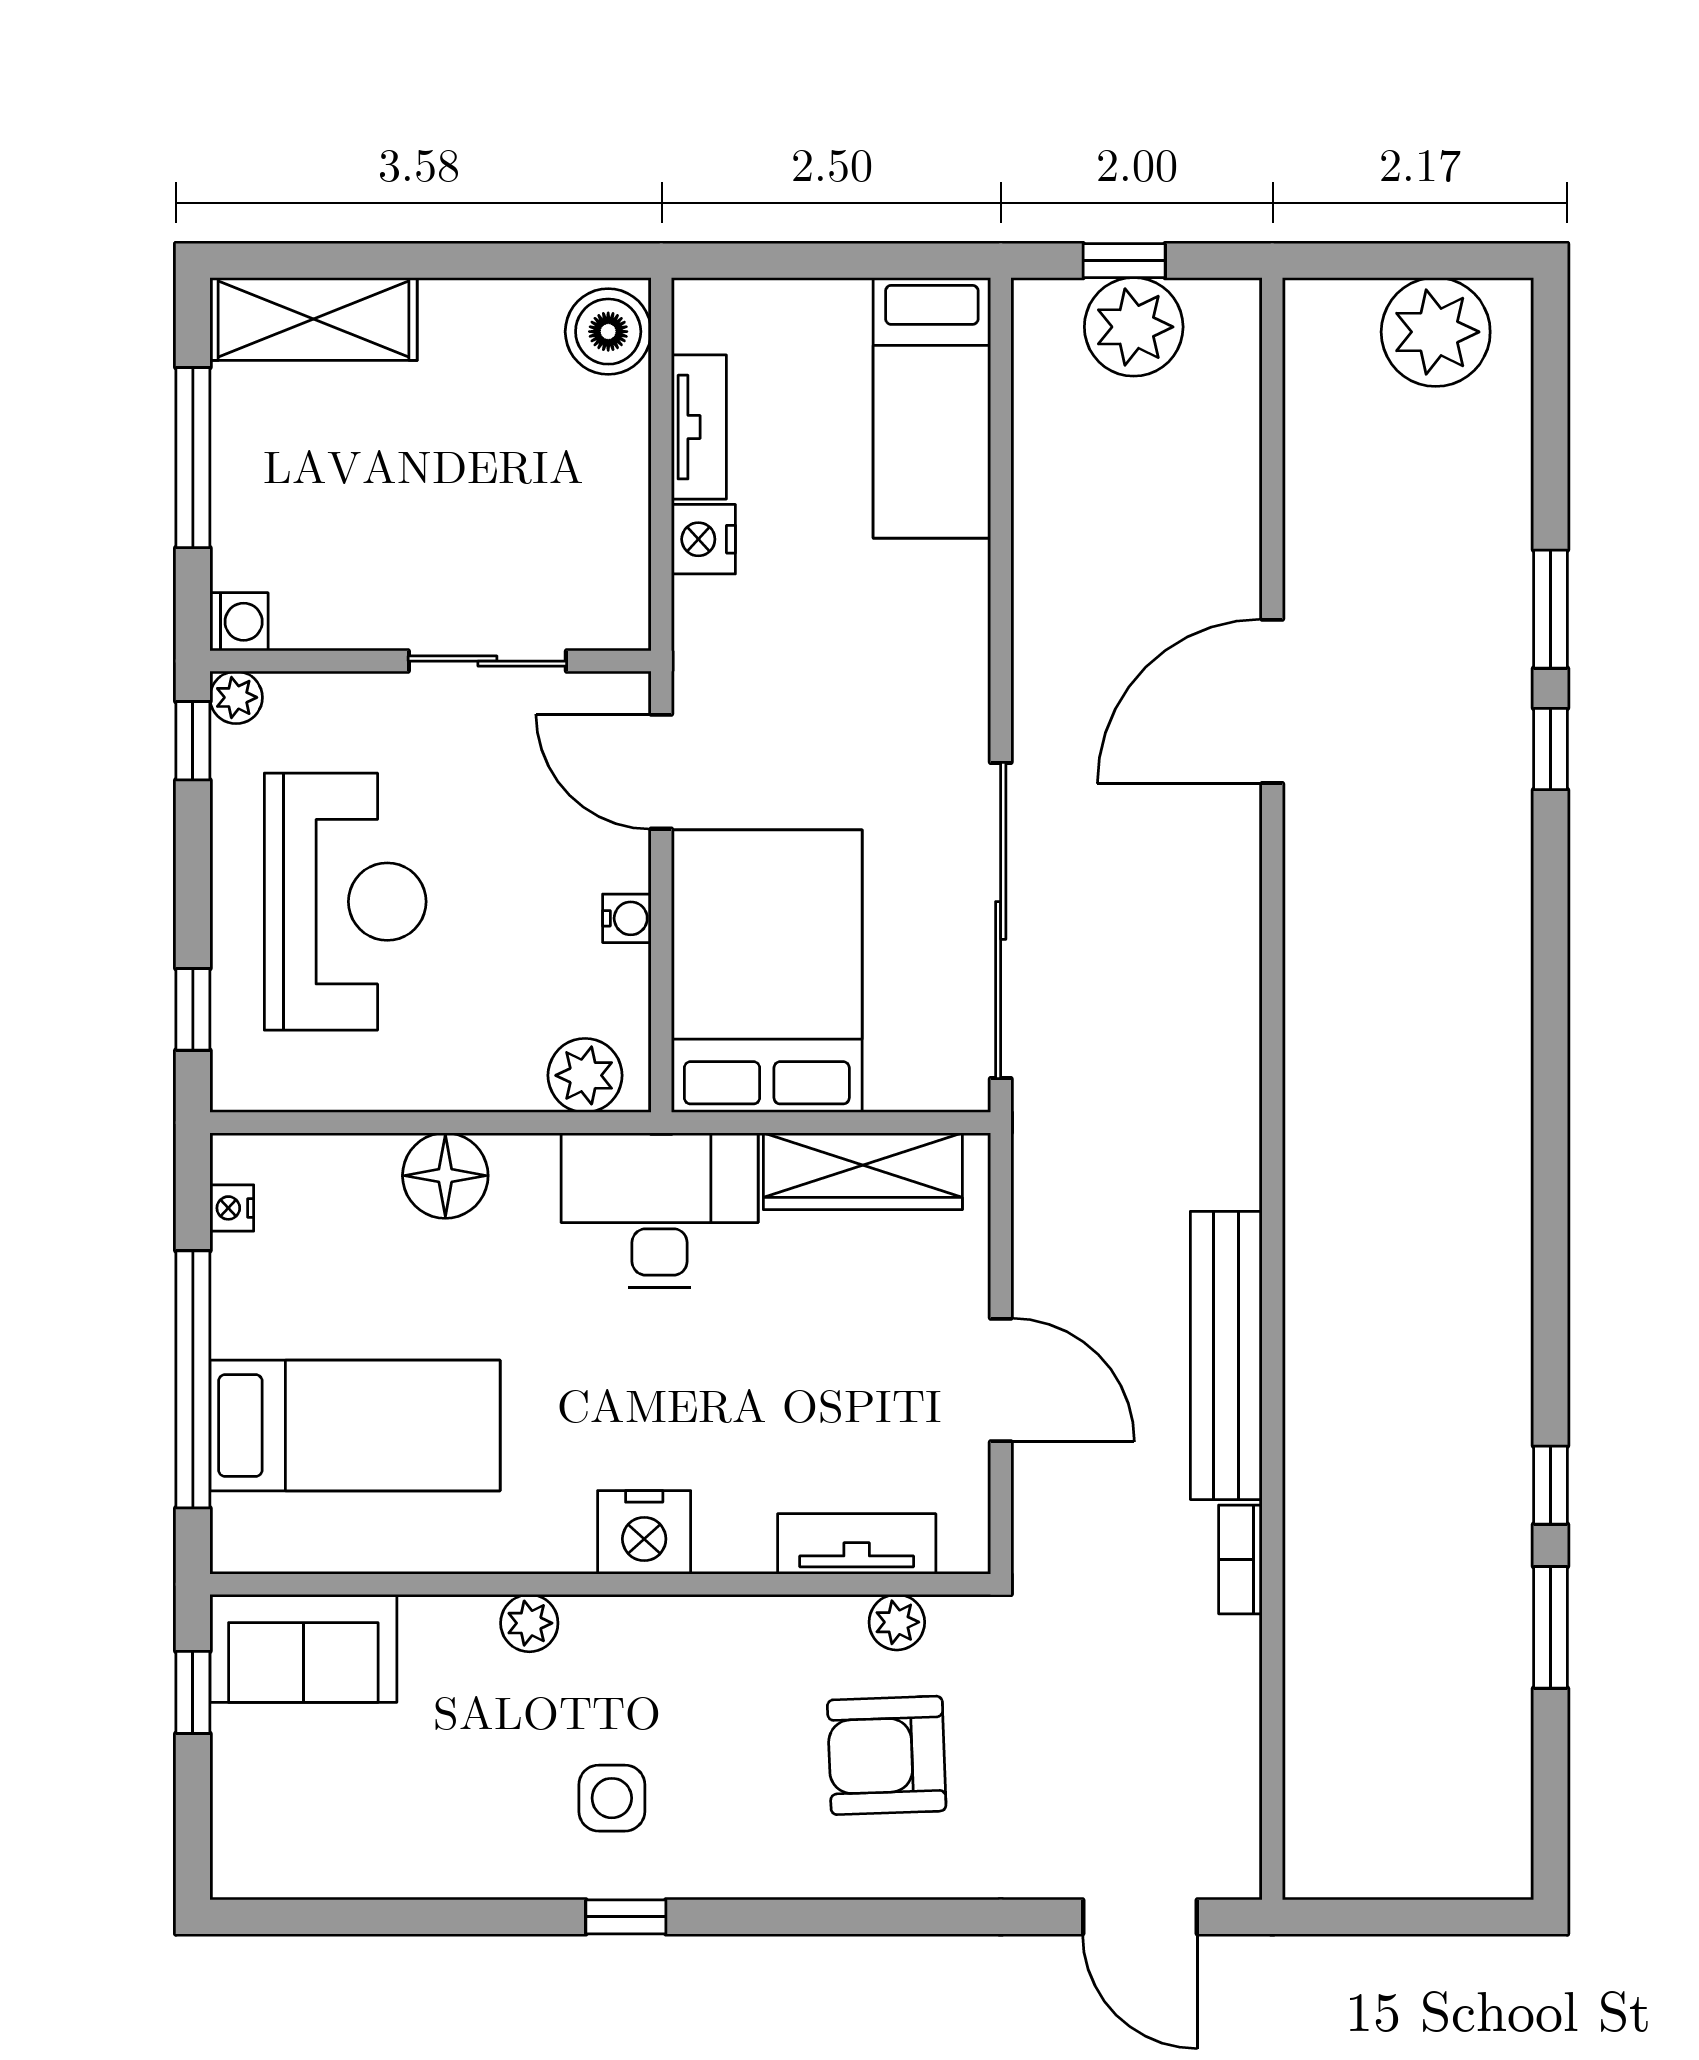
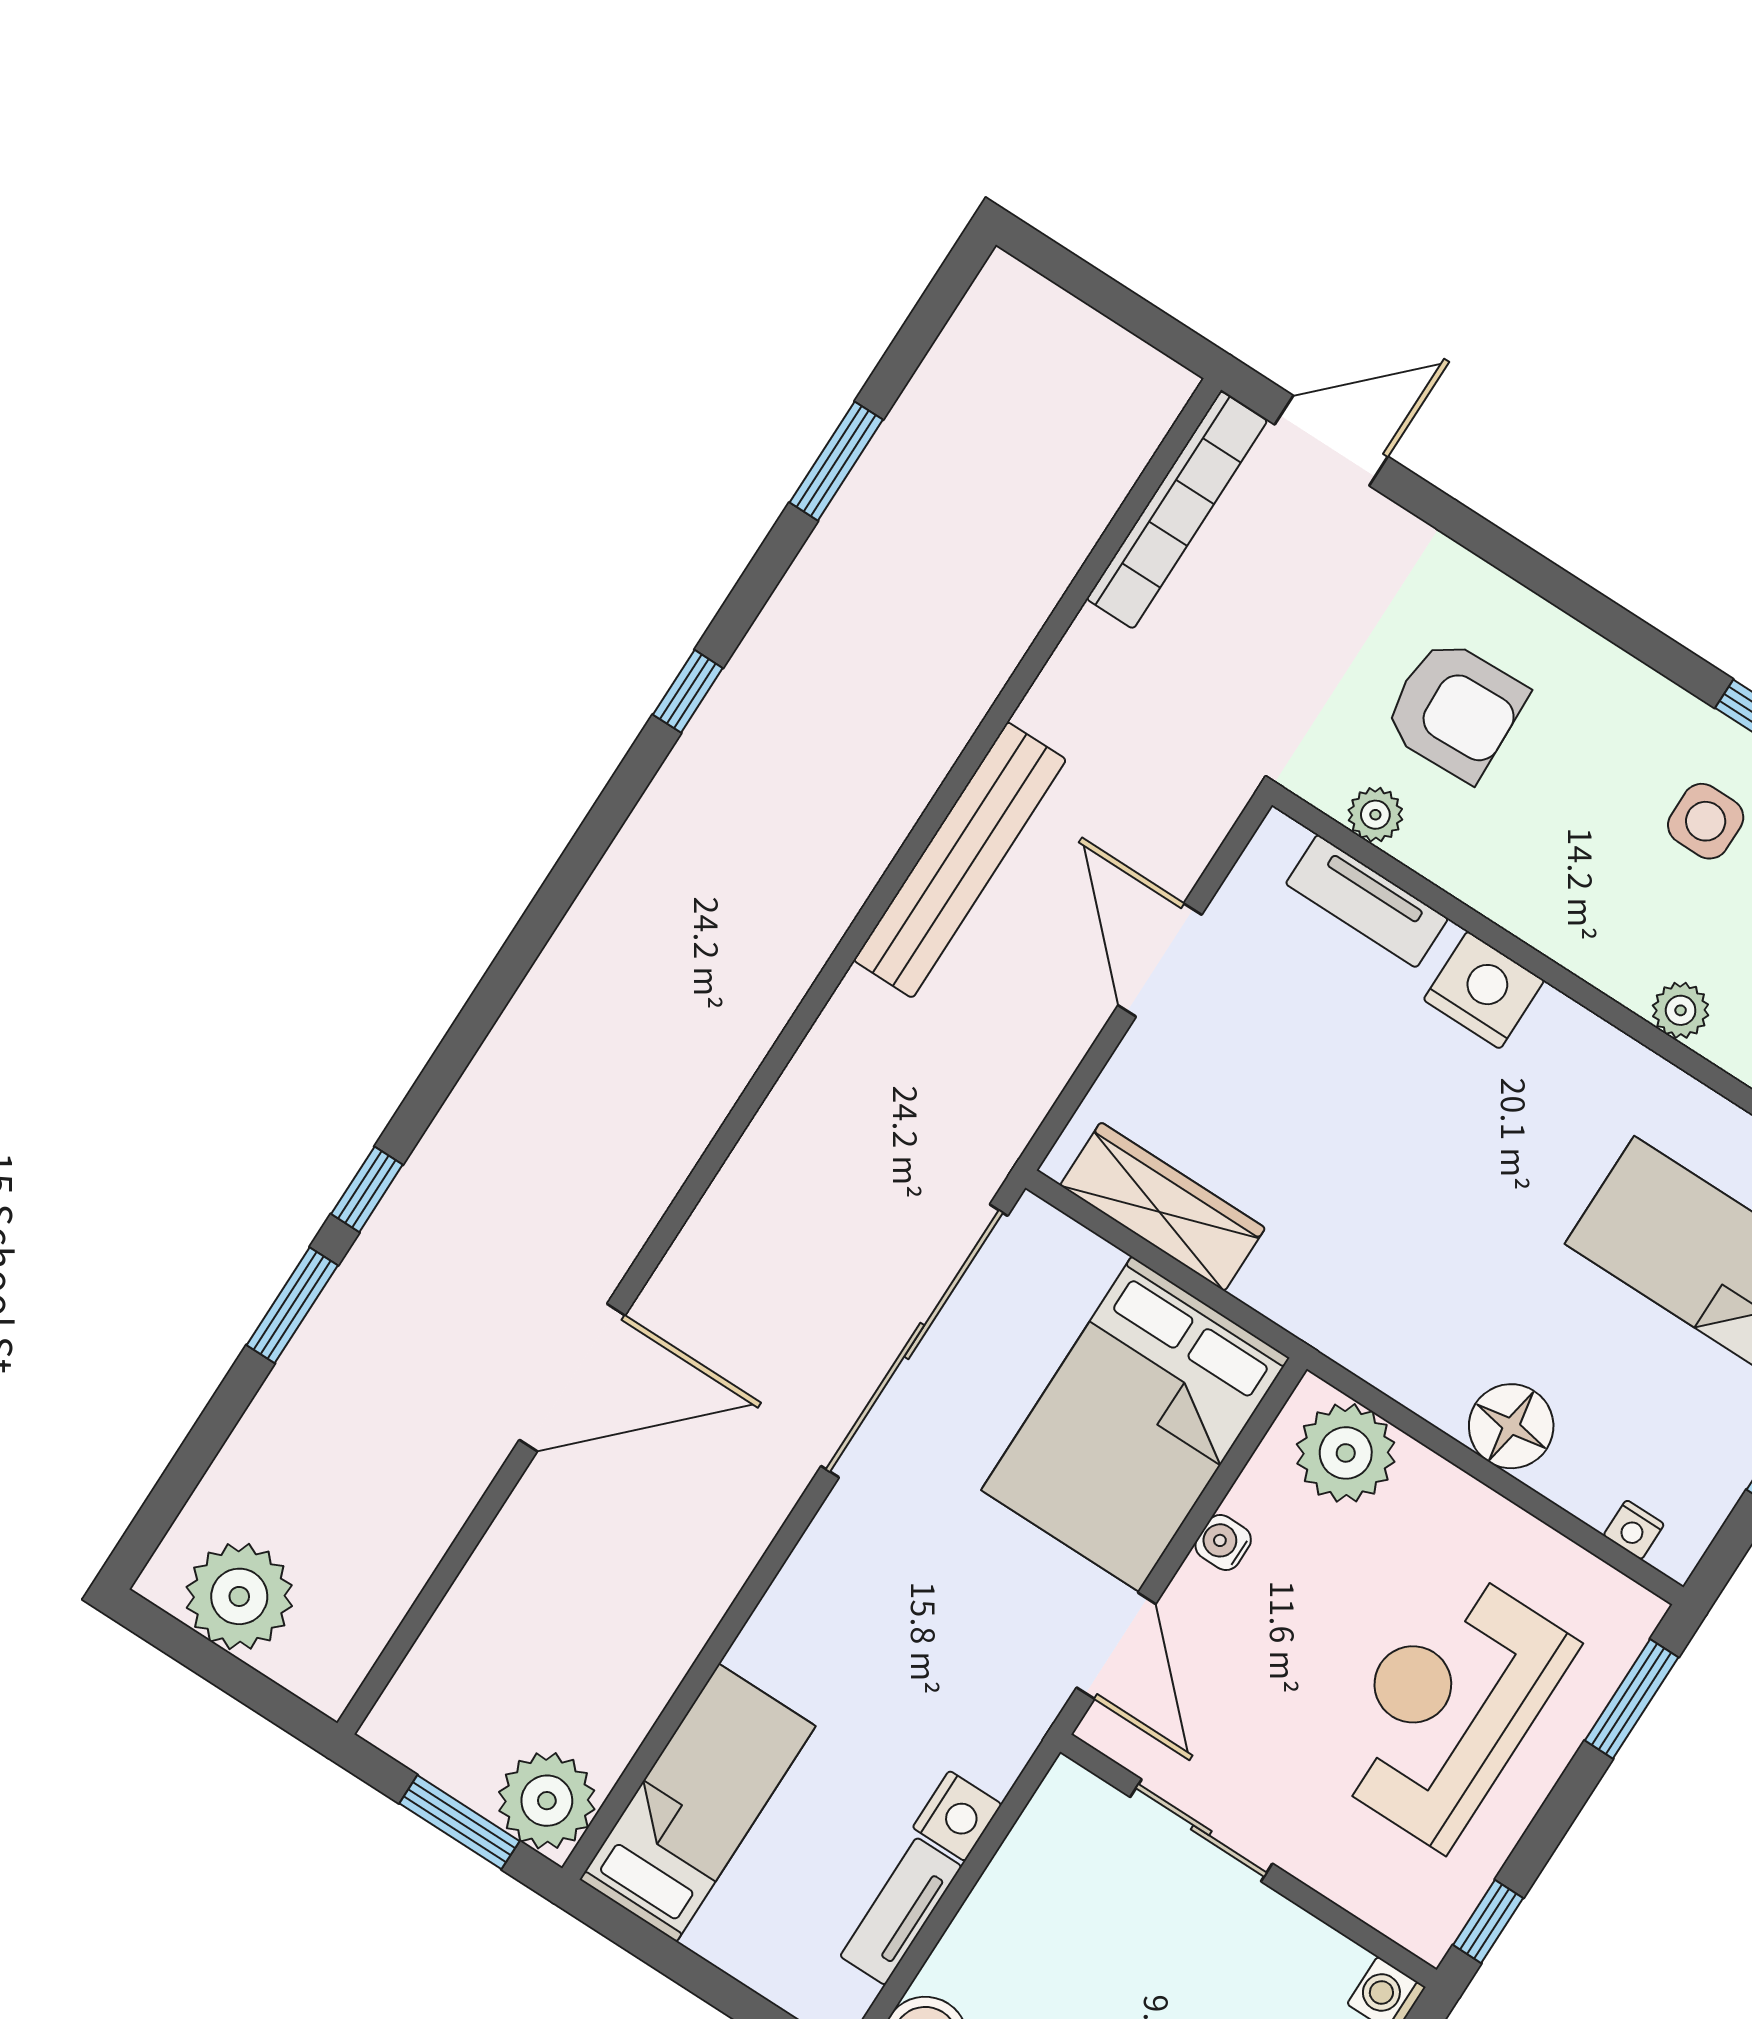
window: (1124, 261) -> (459, 1822), width x1.50
plant: (1134, 327) -> (547, 1801), moved
plant: (236, 697) -> (1429, 1934), removed
window: (193, 1009) -> (1632, 1699), width x1.50
plant: (585, 1075) -> (1346, 1453), width x1.36, depth x1.36
nightstand: (232, 1208) -> (1634, 1530), moved, turned 90
desk: (660, 1210) -> (1352, 1283), removed
window: (1551, 1485) -> (688, 691), moved
nightstand: (644, 1532) -> (1484, 990), moved
bookcase: (1240, 1559) -> (1177, 510), moved, width x2.31, depth x1.31
door: (1140, 1917) -> (1331, 441), hinge flipped

